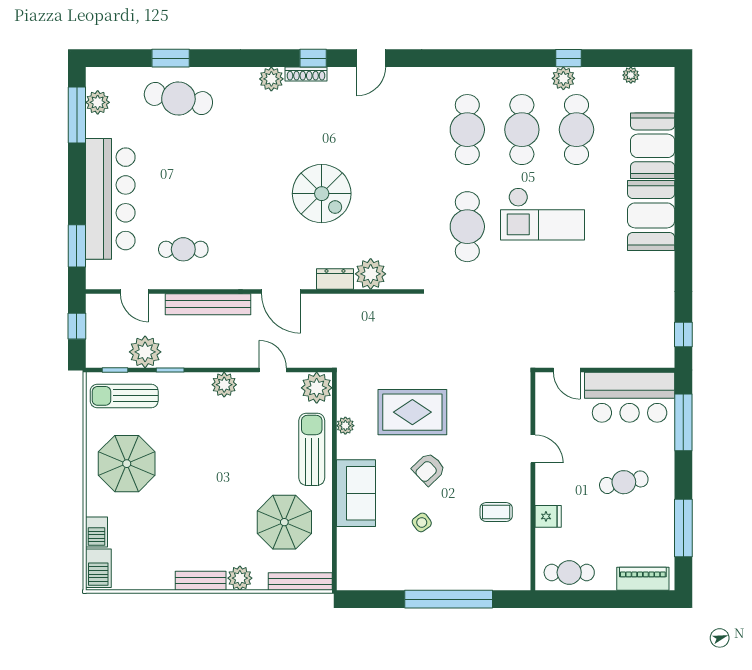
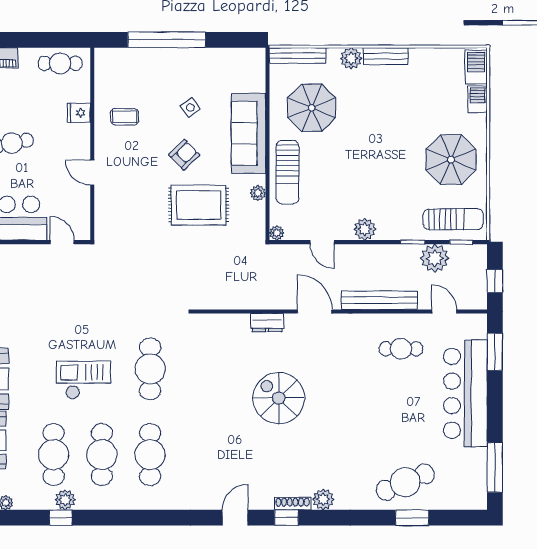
cafe table: (178, 99) -> (405, 482), turned -34
plant: (98, 102) -> (477, 479), removed
checkout: (543, 214) -> (84, 380), width x0.73, depth x0.83
plant: (371, 274) -> (236, 327), removed
plant: (317, 388) -> (277, 233), width x0.53, depth x0.53
sofa: (356, 493) -> (248, 133), width x1.36

